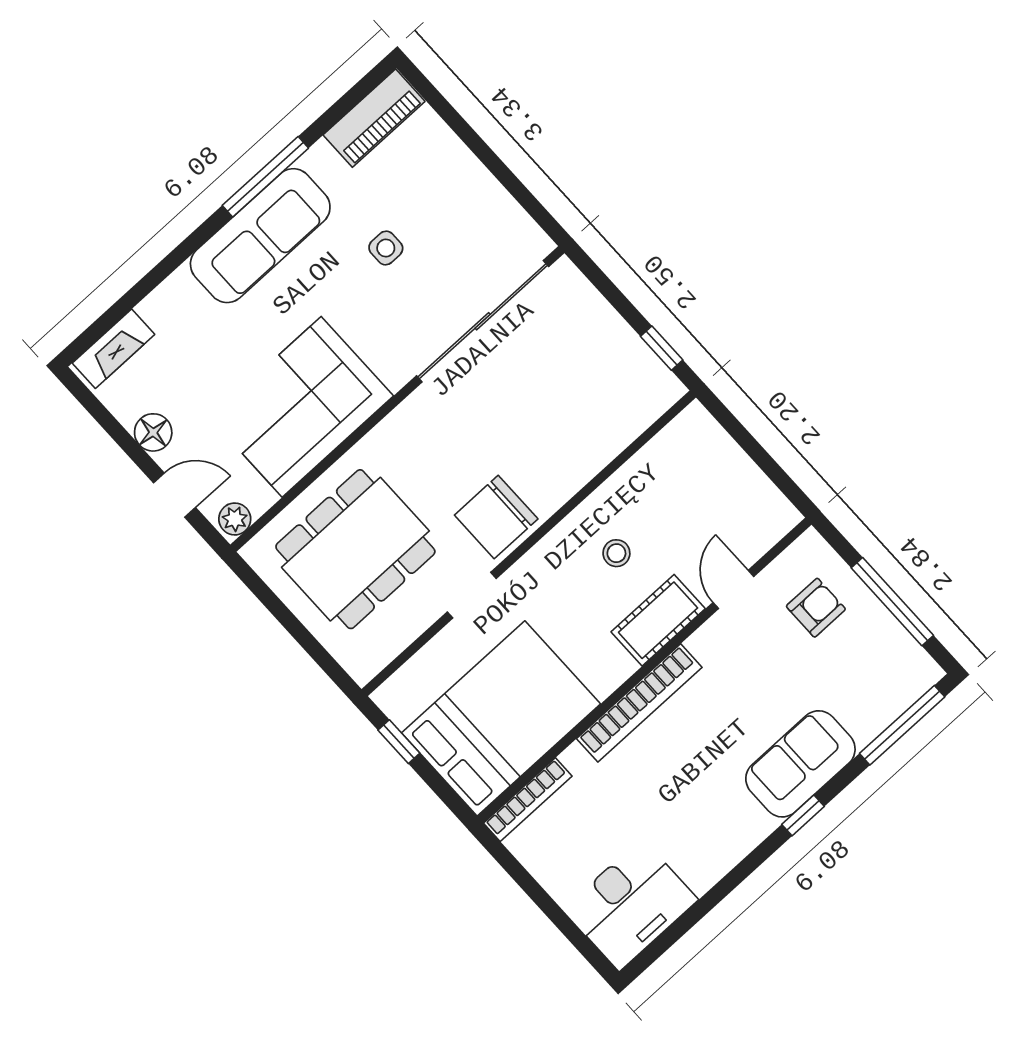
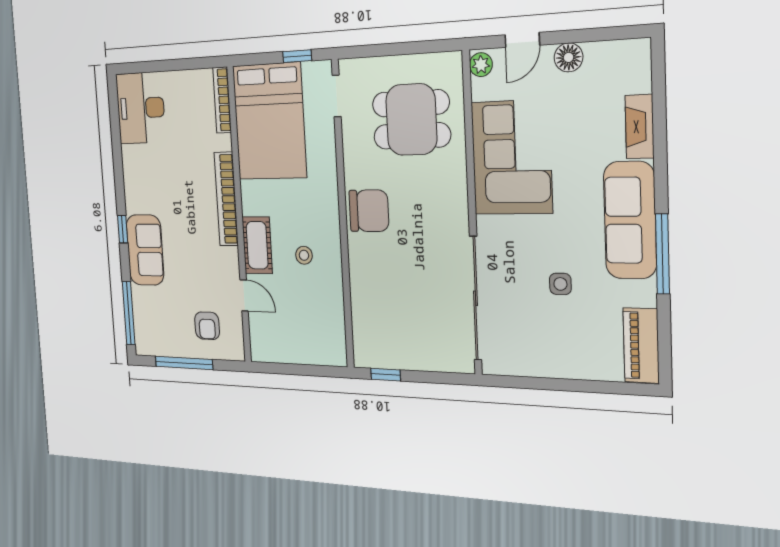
fireplace: (114, 349) -> (640, 127), moved
chair: (496, 517) -> (369, 211), turned 90
dining table: (355, 549) -> (411, 120), width x0.73
doorway: (472, 595) -> (337, 96), moved

